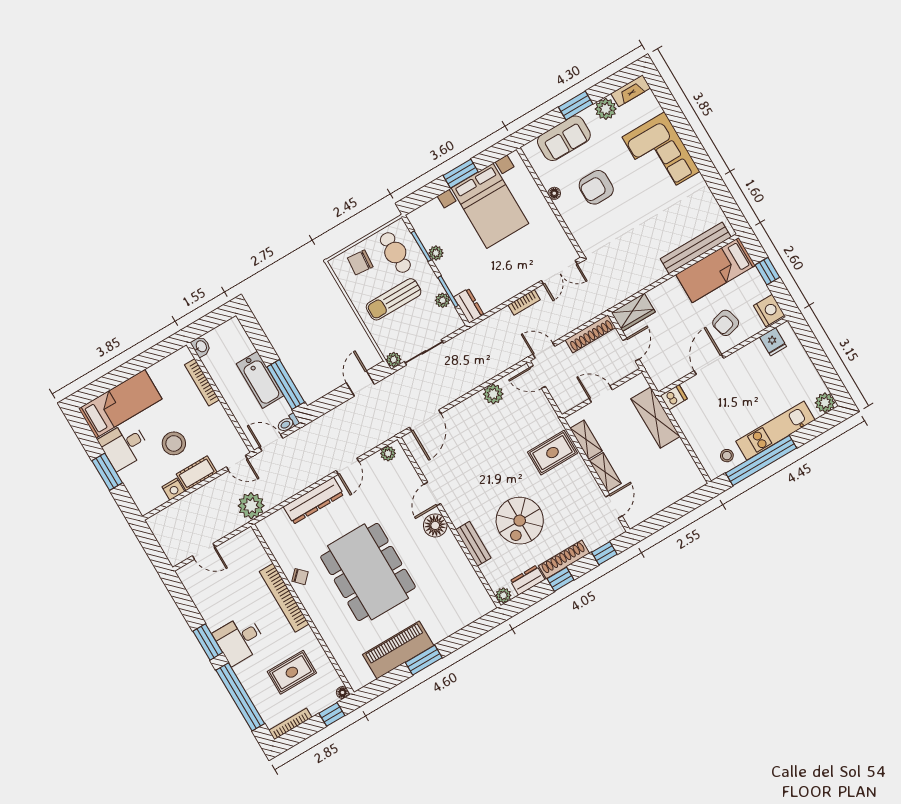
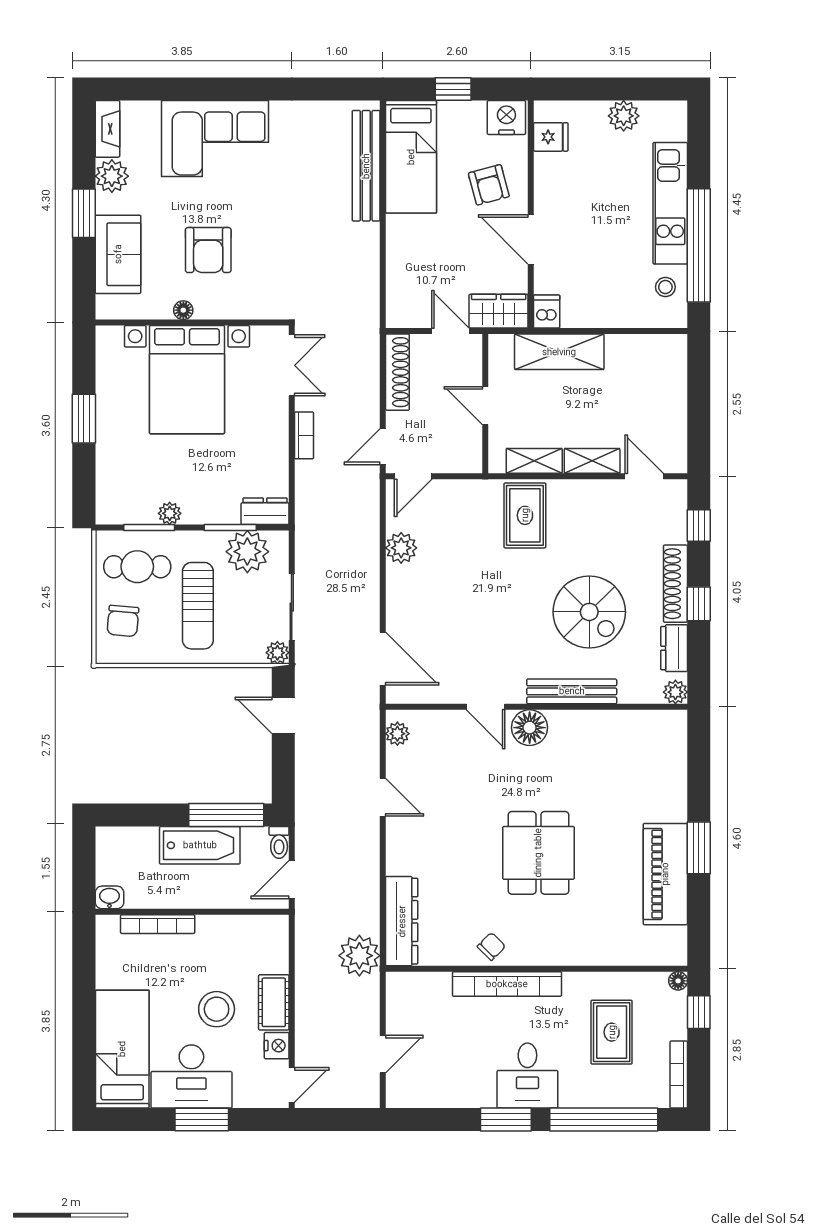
bed with nightstands: (490, 206) -> (187, 380), moved, turned 90
plant: (443, 300) -> (247, 552), width x1.88, depth x1.88
wardrobe: (633, 312) -> (499, 311), moved, turned -90
door: (601, 394) -> (485, 406), hinge flipped
plant: (825, 403) -> (624, 116), moved
desk: (124, 446) -> (191, 1076), width x1.37
door: (237, 463) -> (292, 1085), moved
dresser: (314, 501) -> (402, 921), moved
bench: (473, 544) -> (572, 691), width x1.36
dining table: (368, 572) -> (538, 853), width x0.53, depth x0.80

